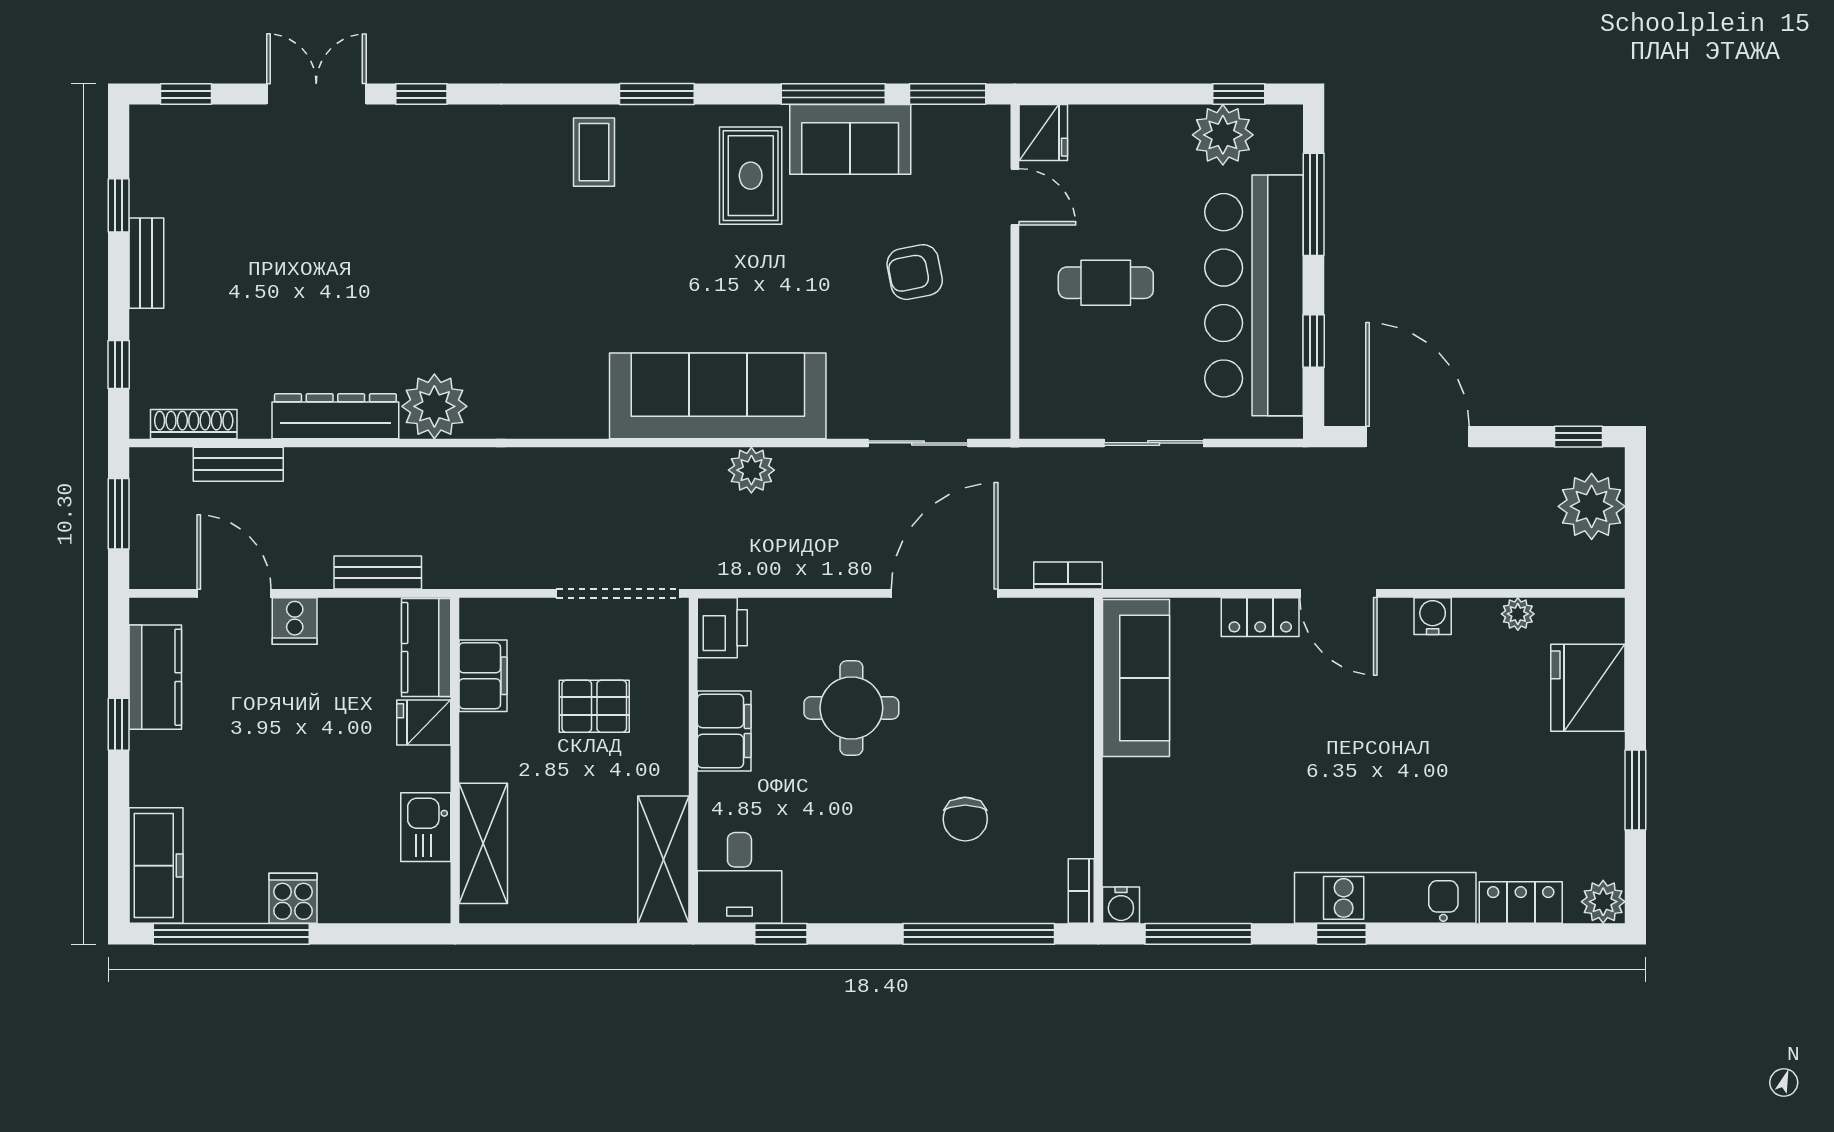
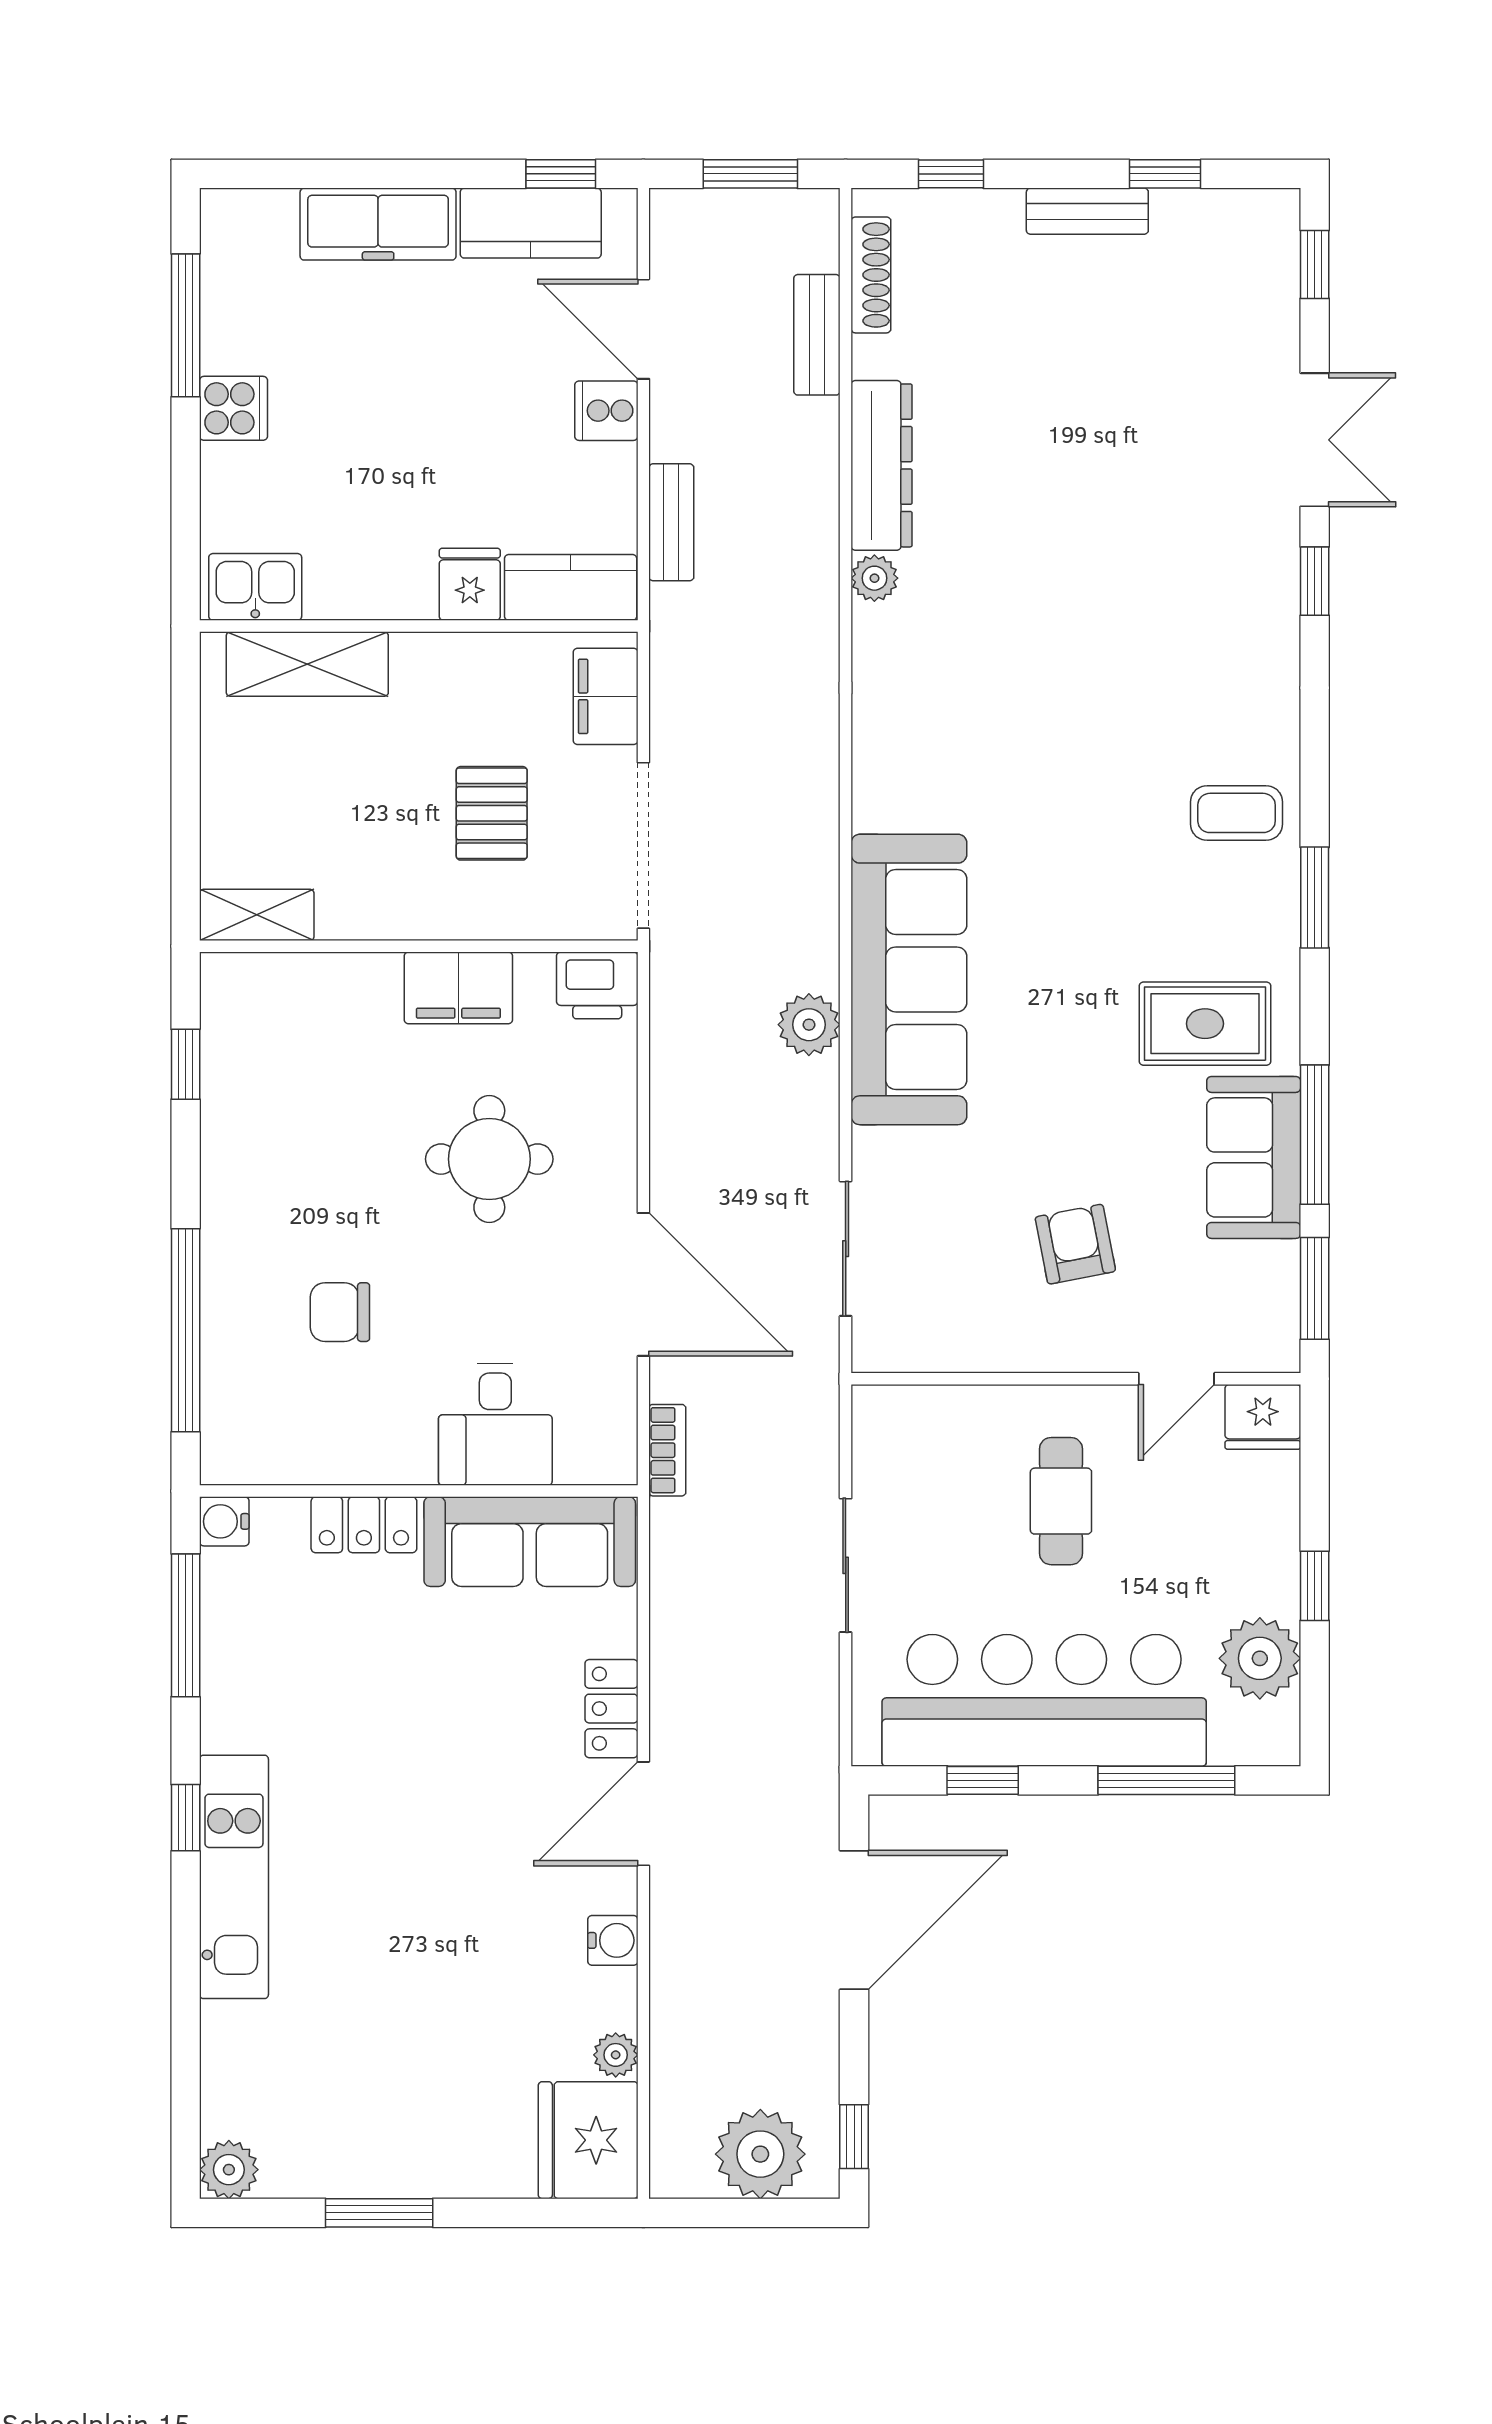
window: (1239, 94) -> (1315, 1586), moved
plant: (434, 406) -> (874, 578), width x0.53, depth x0.53
door: (234, 593) -> (643, 329), swing flipped
filing cabinet: (483, 676) -> (606, 696), moved, turned 90
fridge: (1588, 688) -> (588, 2140), moved, turned -90
window: (119, 724) -> (561, 174), moved
kitchen sink: (426, 827) -> (255, 587), moved
shelving: (663, 860) -> (257, 915), width x0.67, depth x0.75
freezer: (156, 866) -> (378, 224), moved
desk: (739, 878) -> (495, 1424), moved, turned -90
bookcase: (1081, 891) -> (243, 1468), removed
locker: (1521, 903) -> (364, 1525), moved, turned 90
window: (231, 934) -> (186, 325), width x0.68

